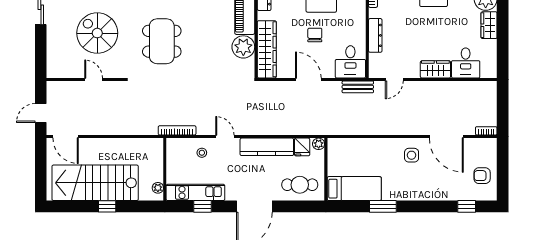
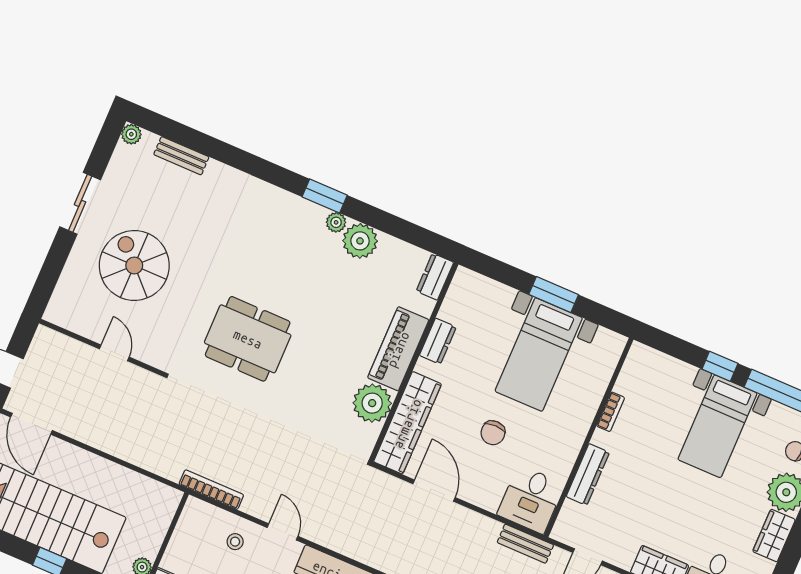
spiral stairs: (97, 33) -> (134, 265), moved
chair: (315, 35) -> (493, 433), turned 180
dining table: (162, 41) -> (248, 339), turned 90
door: (308, 80) -> (434, 491), moved

